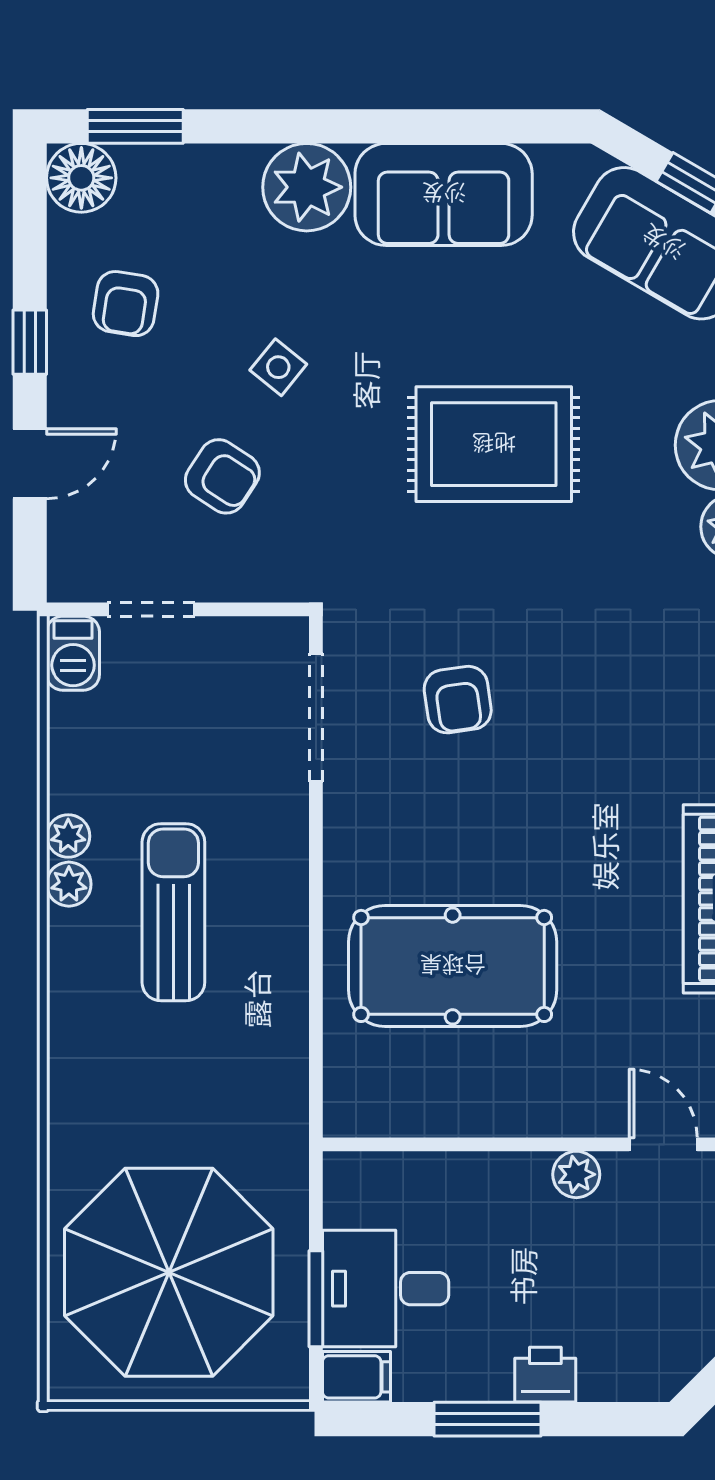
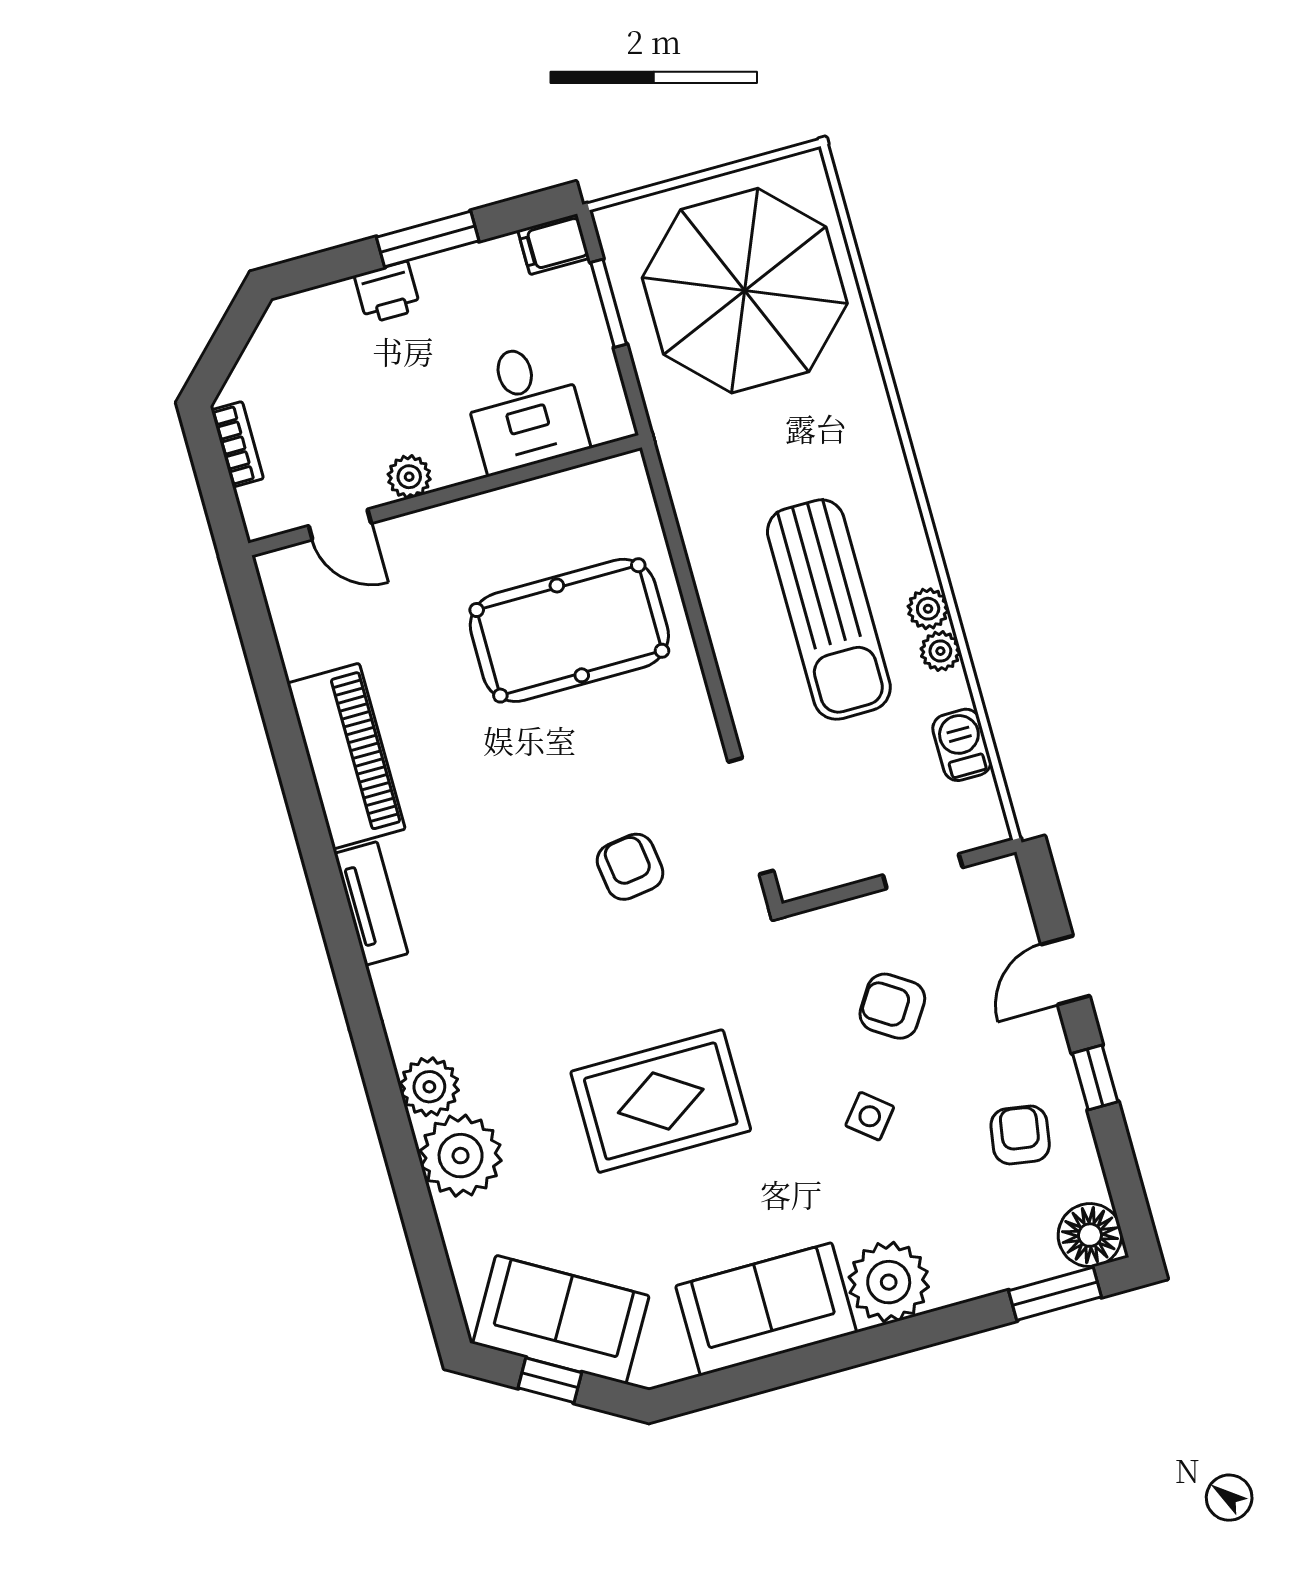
barbecue: (73, 653) -> (962, 745), moved
sun lounger: (173, 912) -> (829, 610), width x1.36, depth x1.34
desk: (386, 1289) -> (524, 407), moved, turned 90

